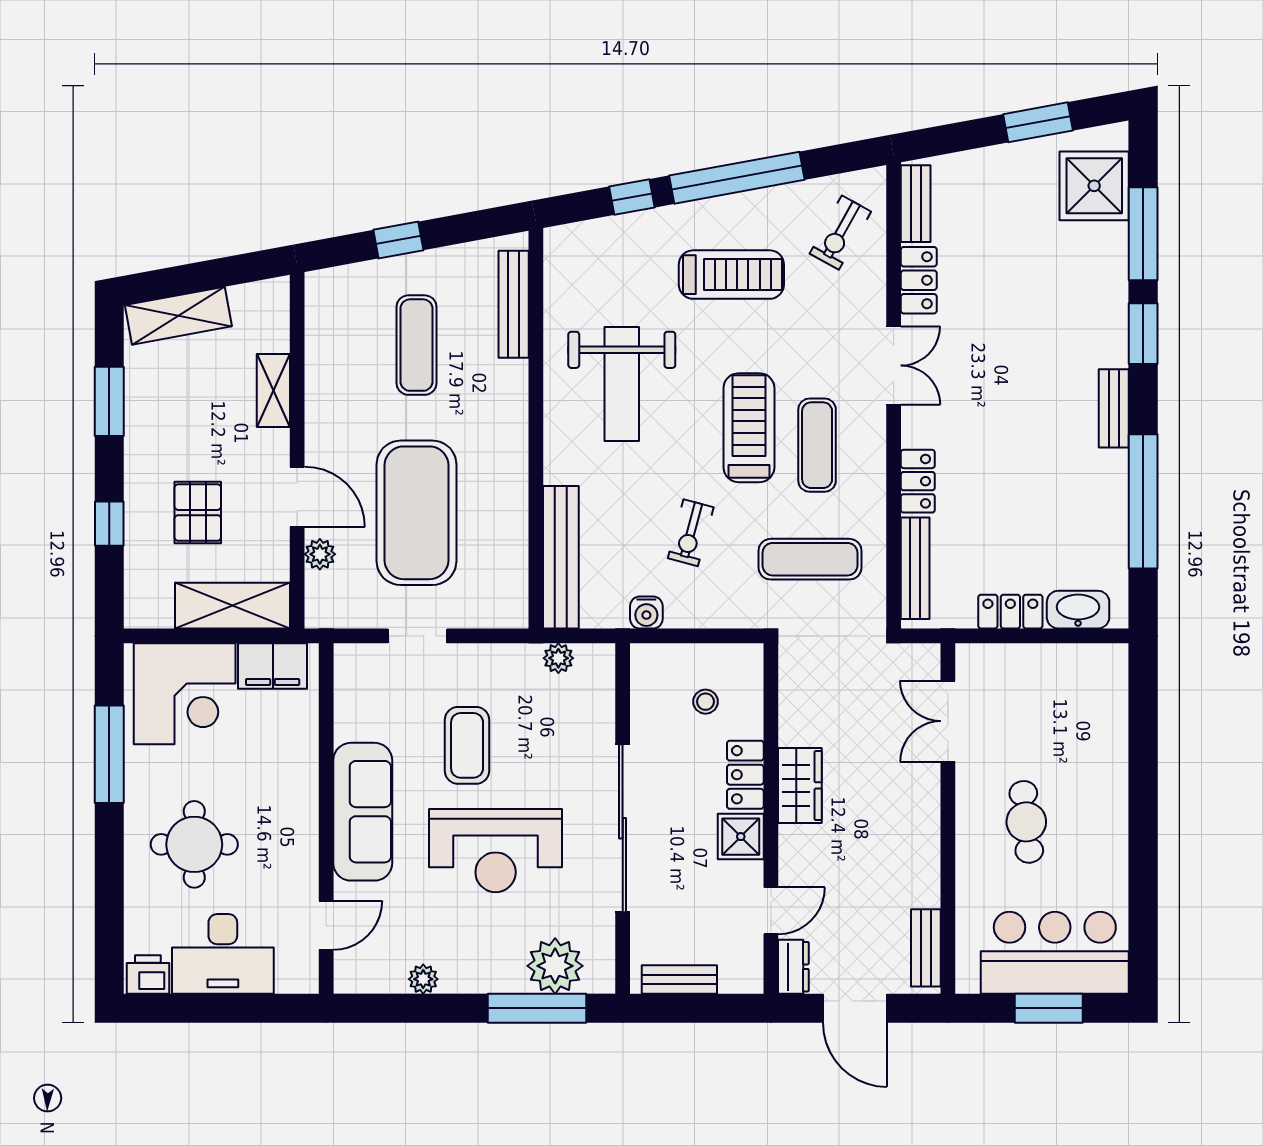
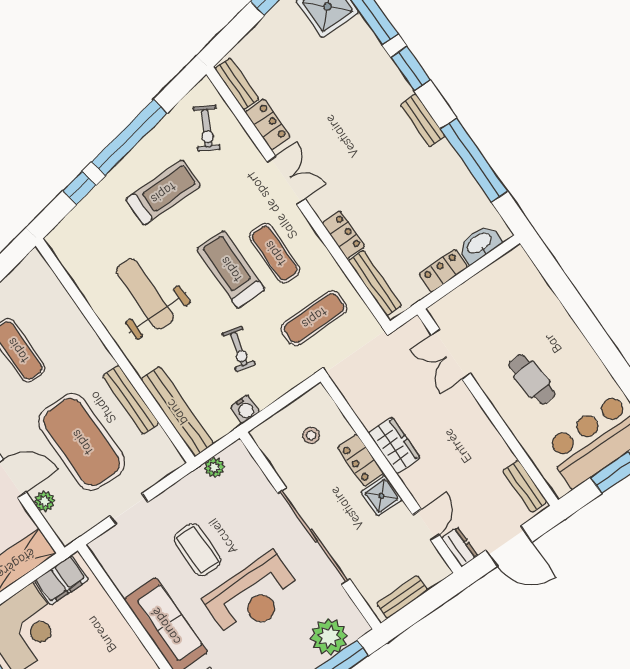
bench: (514, 304) -> (131, 400), moved
weight bench: (622, 384) -> (145, 294), turned 180

